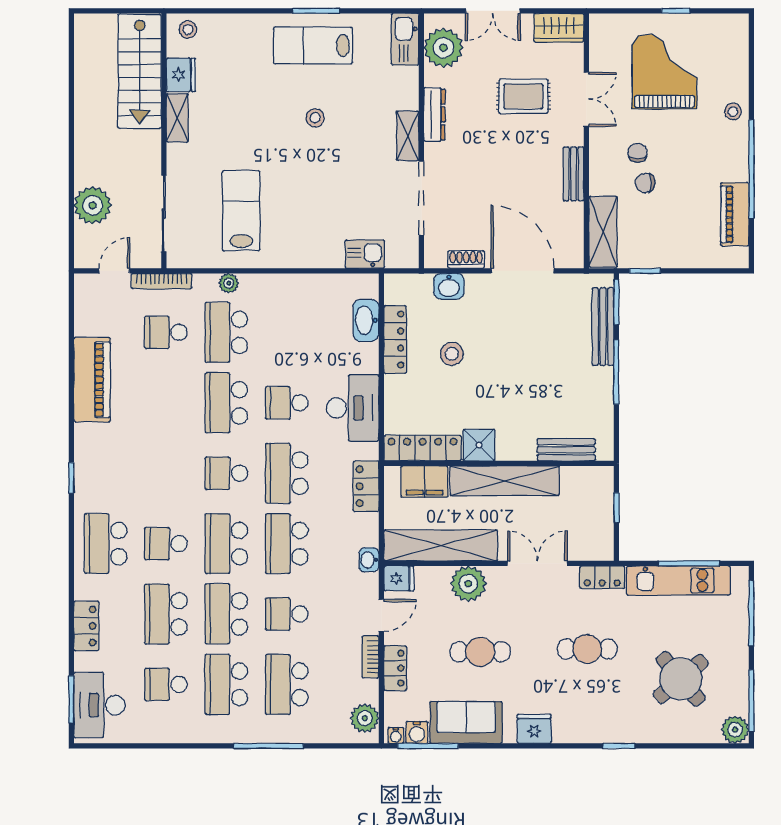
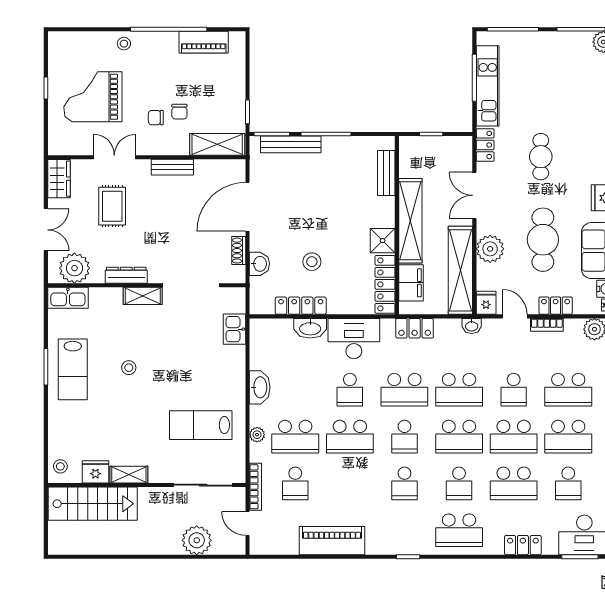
washbasin: (290, 287) -> (260, 387), added
washbasin: (366, 320) -> (310, 328), moved
school desk: (166, 473) -> (404, 483), added
cafe table: (480, 652) -> (543, 240), width x1.37, depth x1.35
round table: (681, 679) -> (564, 84), removed

